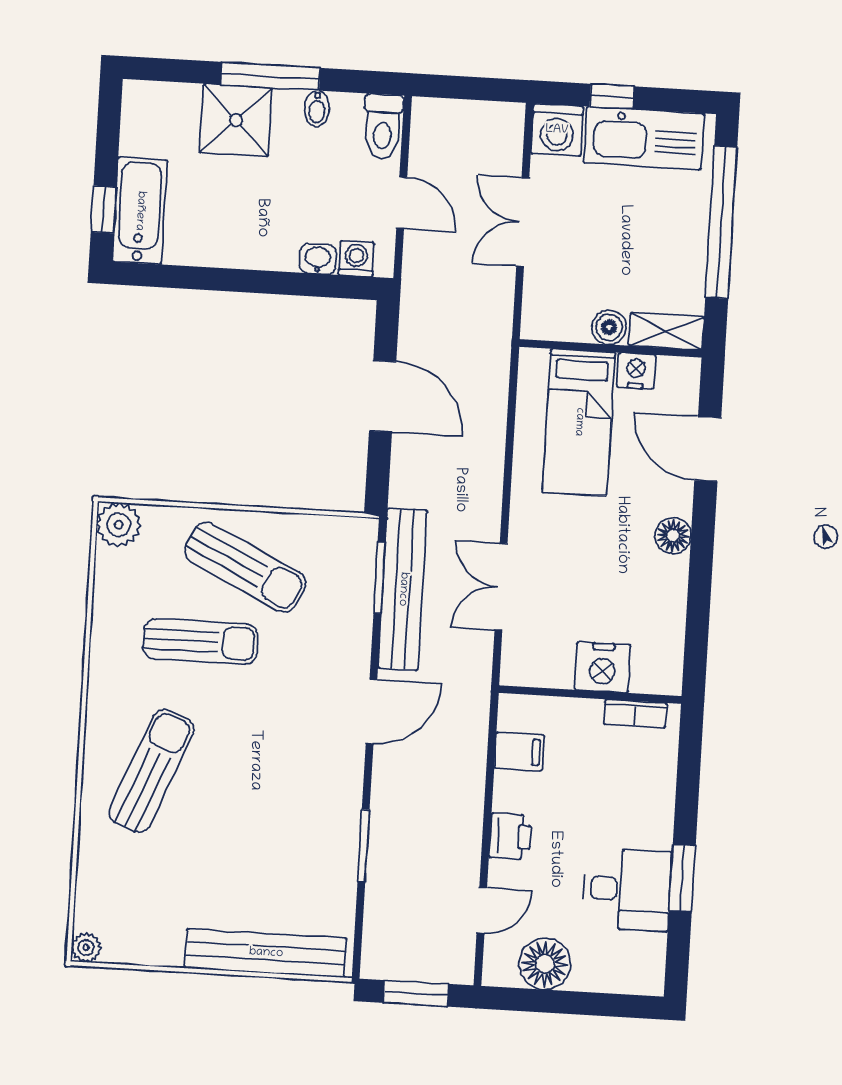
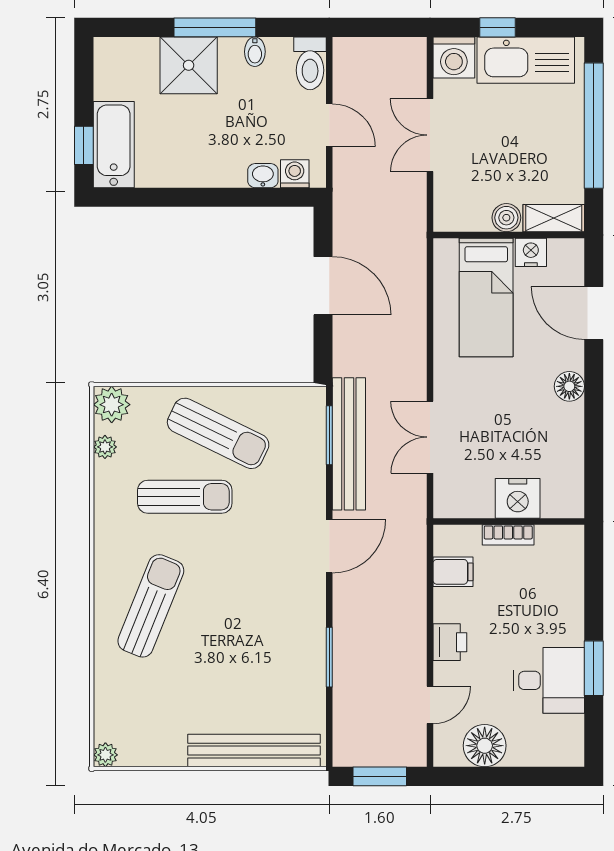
plant: (107, 575) -> (105, 447), added
bookcase: (635, 714) -> (508, 535), moved

